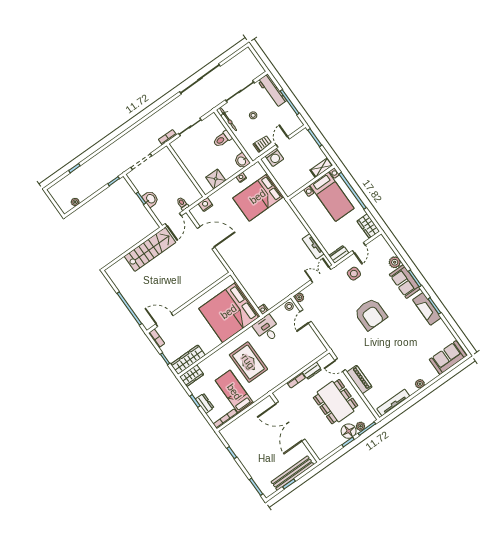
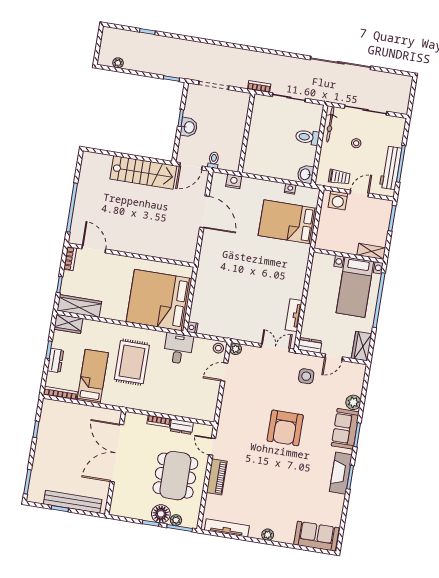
workbench: (272, 91) -> (391, 168), moved
shower: (216, 179) -> (266, 167), removed

